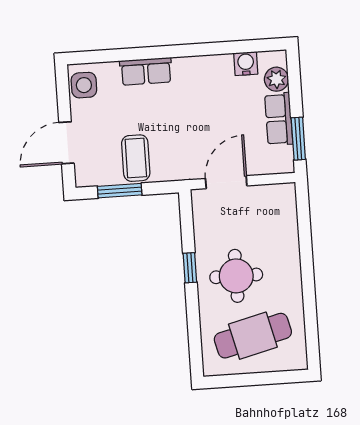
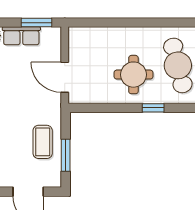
coffee table: (136, 158) -> (43, 142), turned 90
window: (190, 268) -> (153, 108), moved

